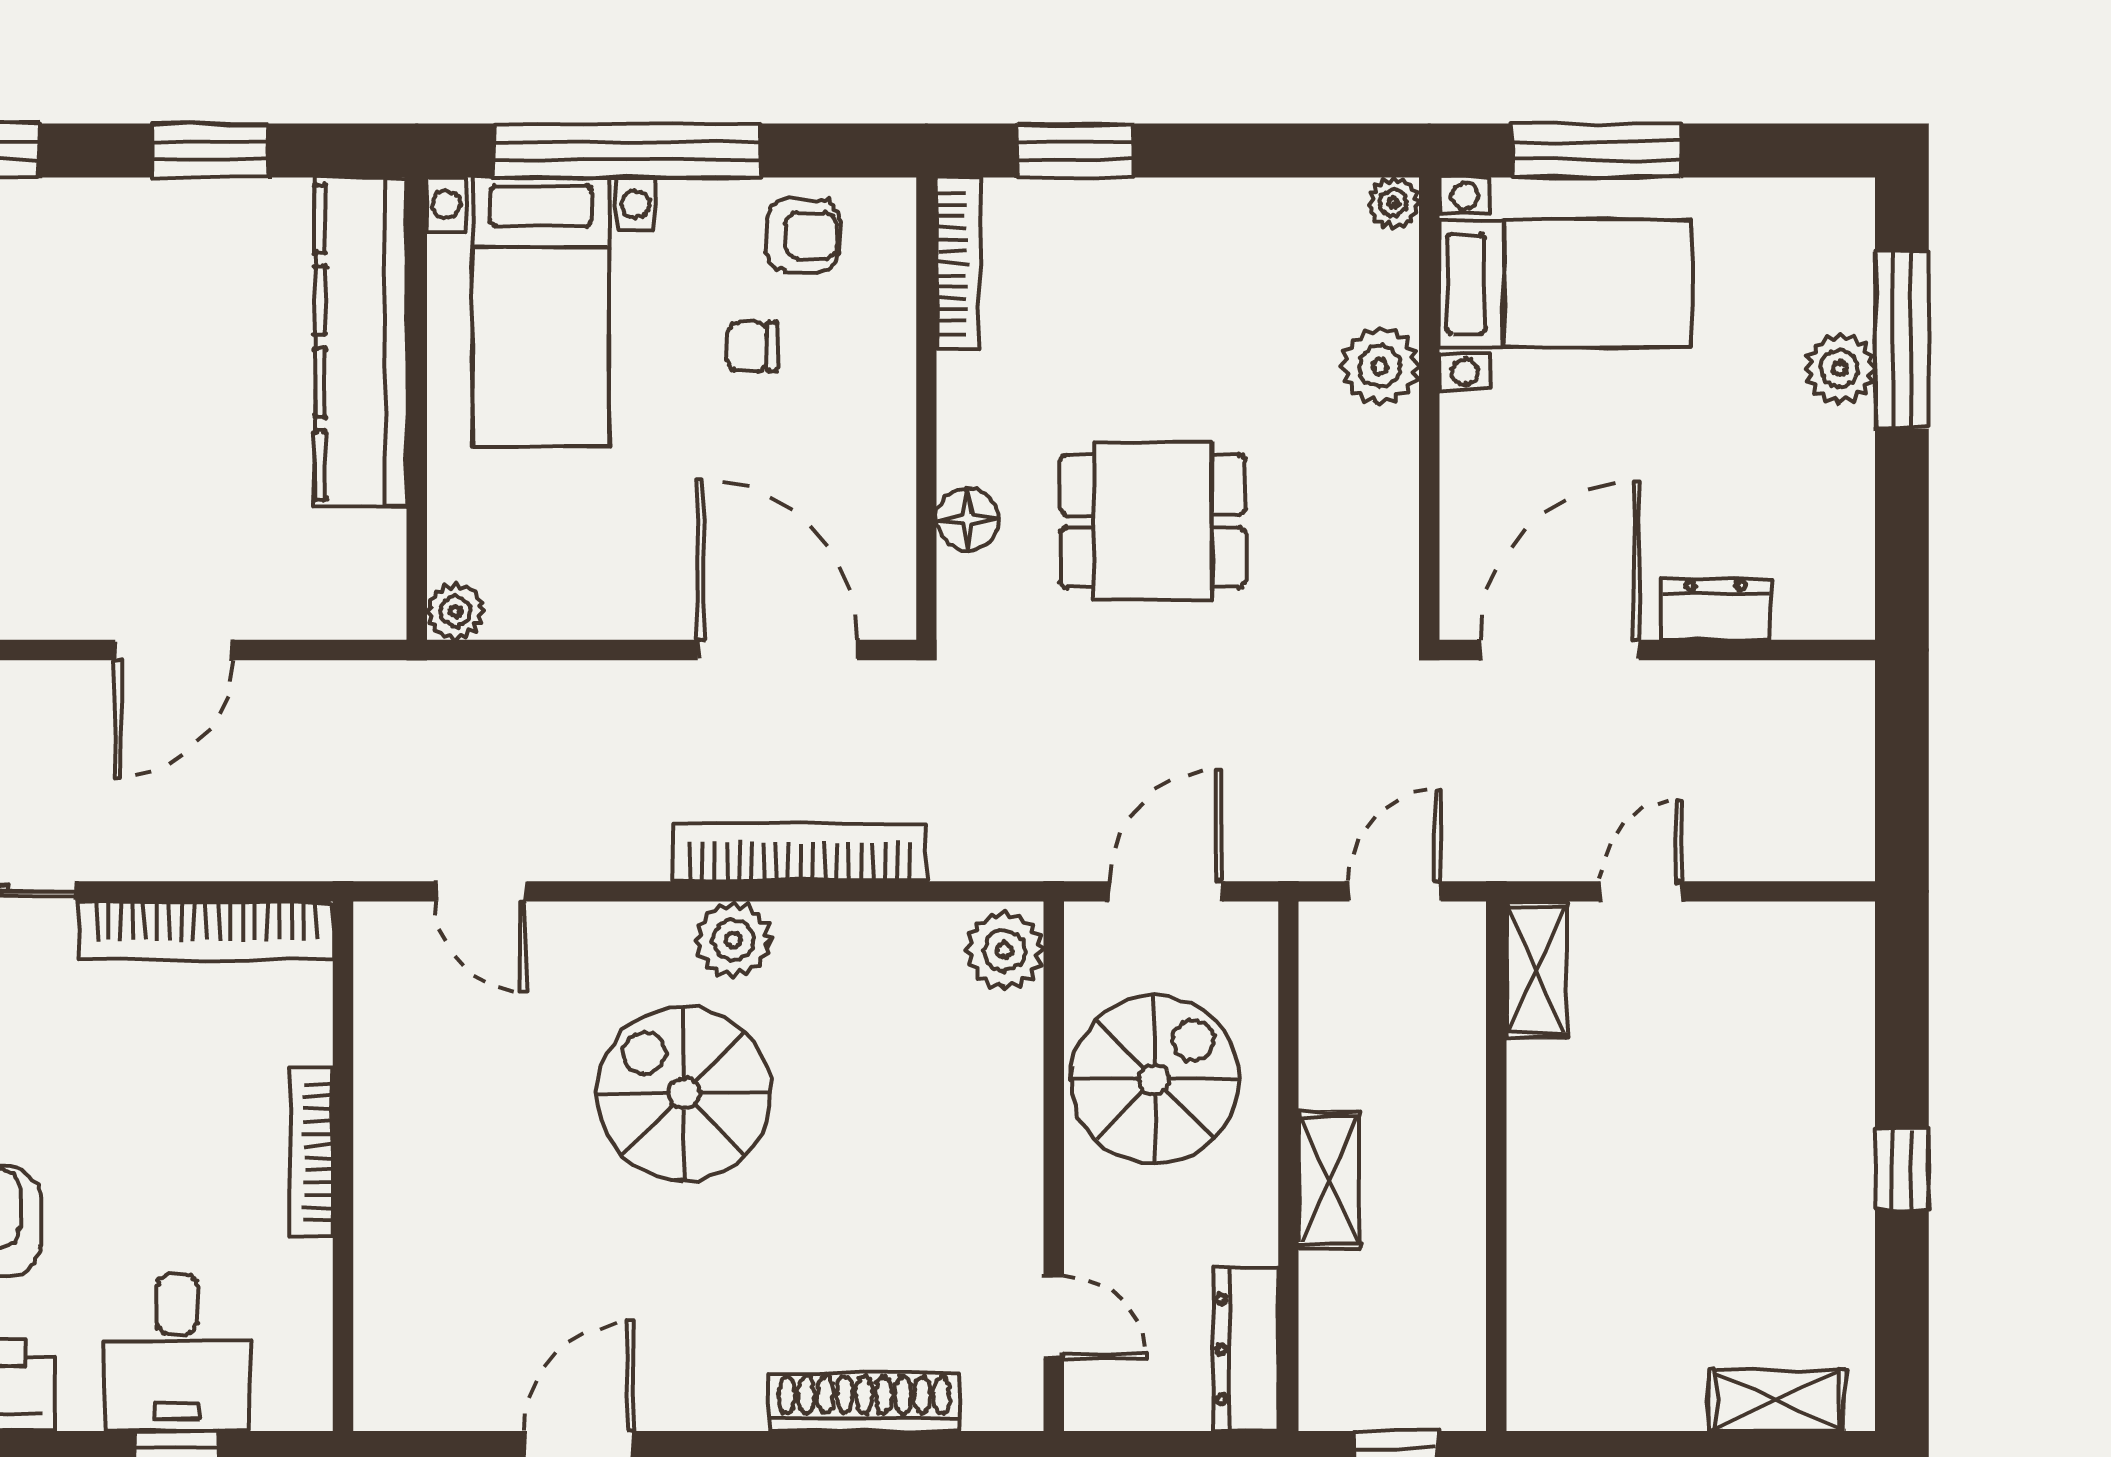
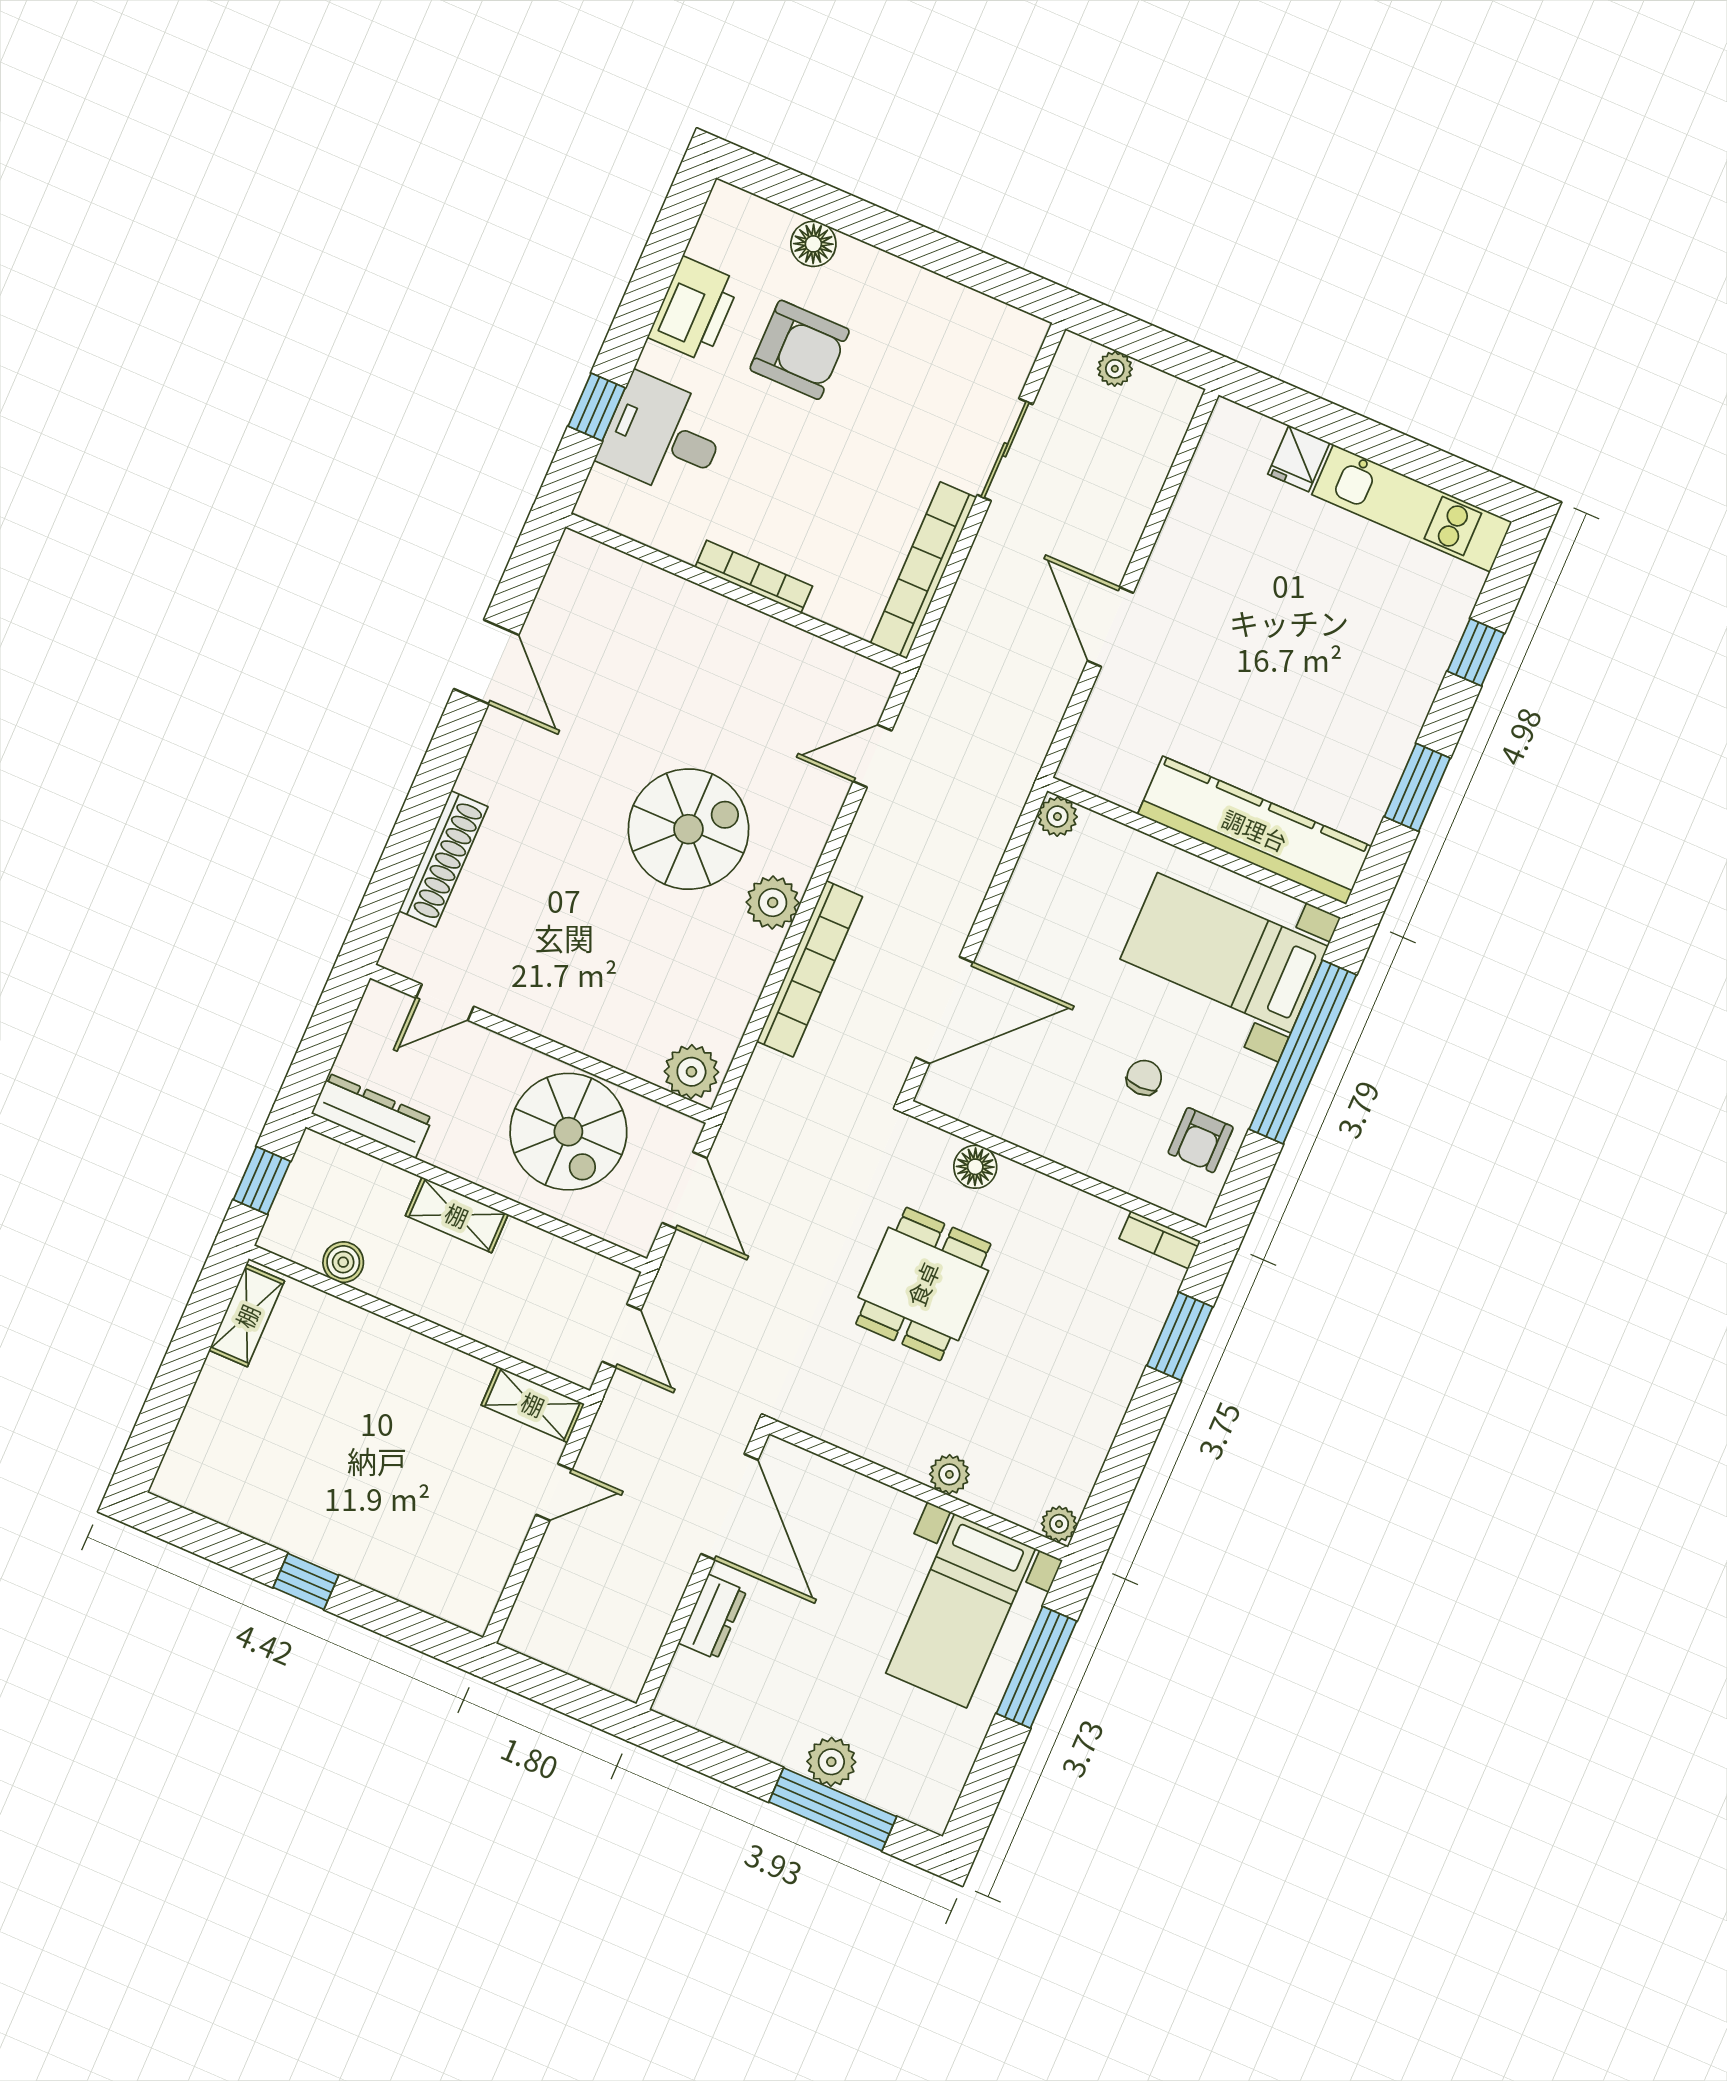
bookcase: (958, 263) -> (1160, 1240), width x0.64
plant: (1380, 366) -> (949, 1474), width x0.73, depth x0.73
door: (1641, 891) -> (554, 1492), hinge flipped
boiler: (1457, 1303) -> (343, 1262), added
shelving: (1777, 1401) -> (247, 1316), moved

